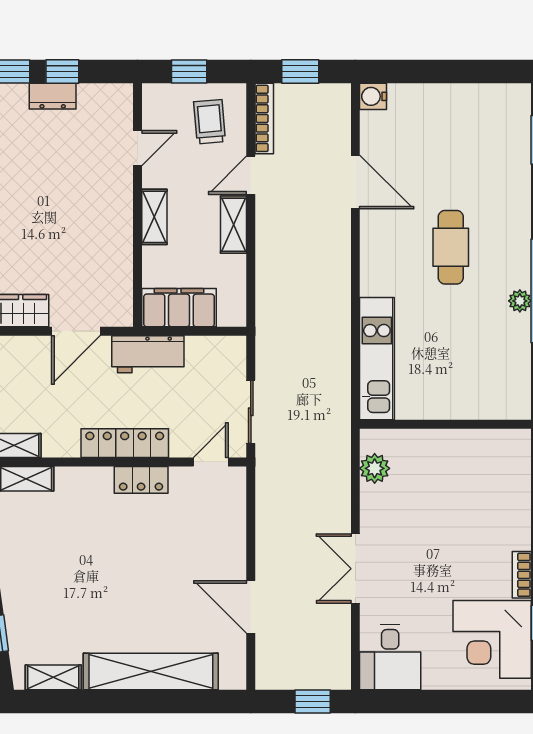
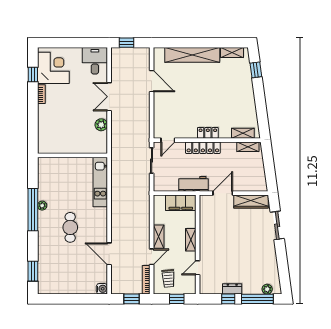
plant: (375, 468) -> (101, 125), moved
locker: (141, 480) -> (208, 133), moved
double door: (355, 569) -> (109, 97), swing flipped

